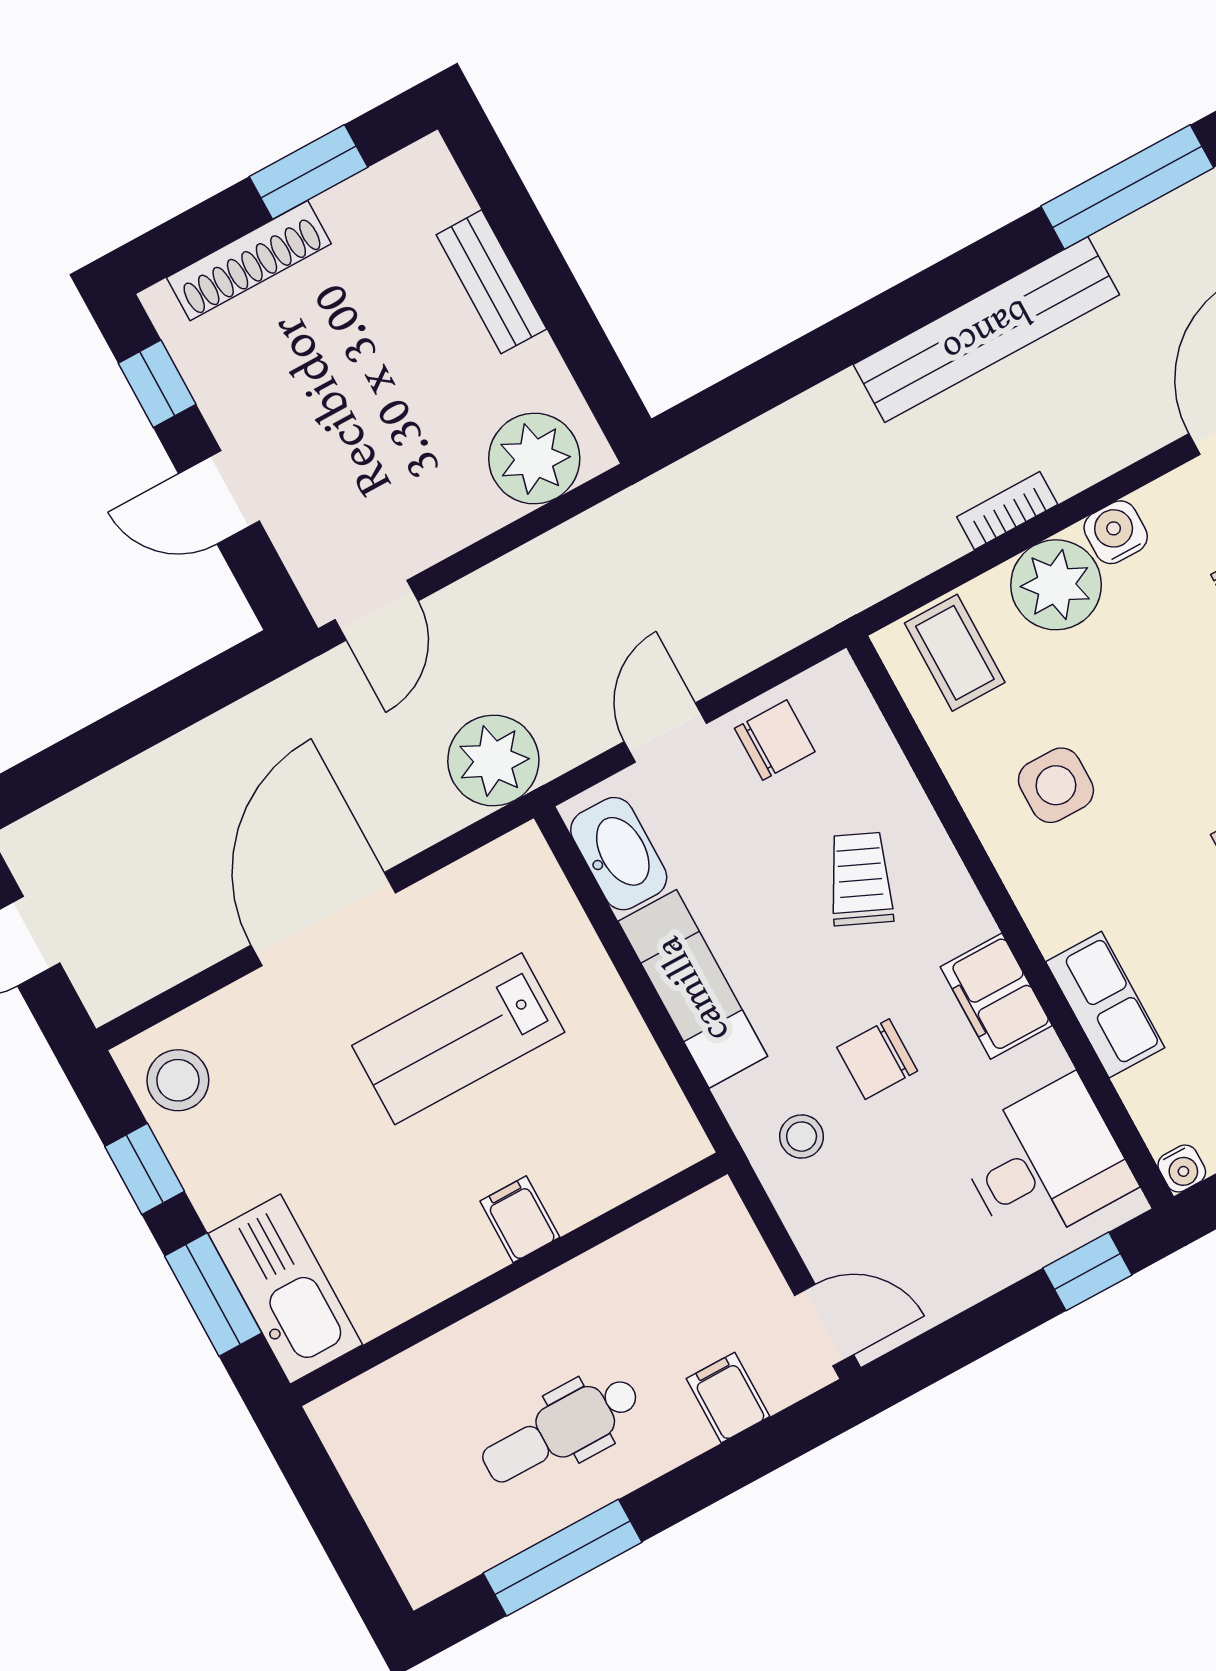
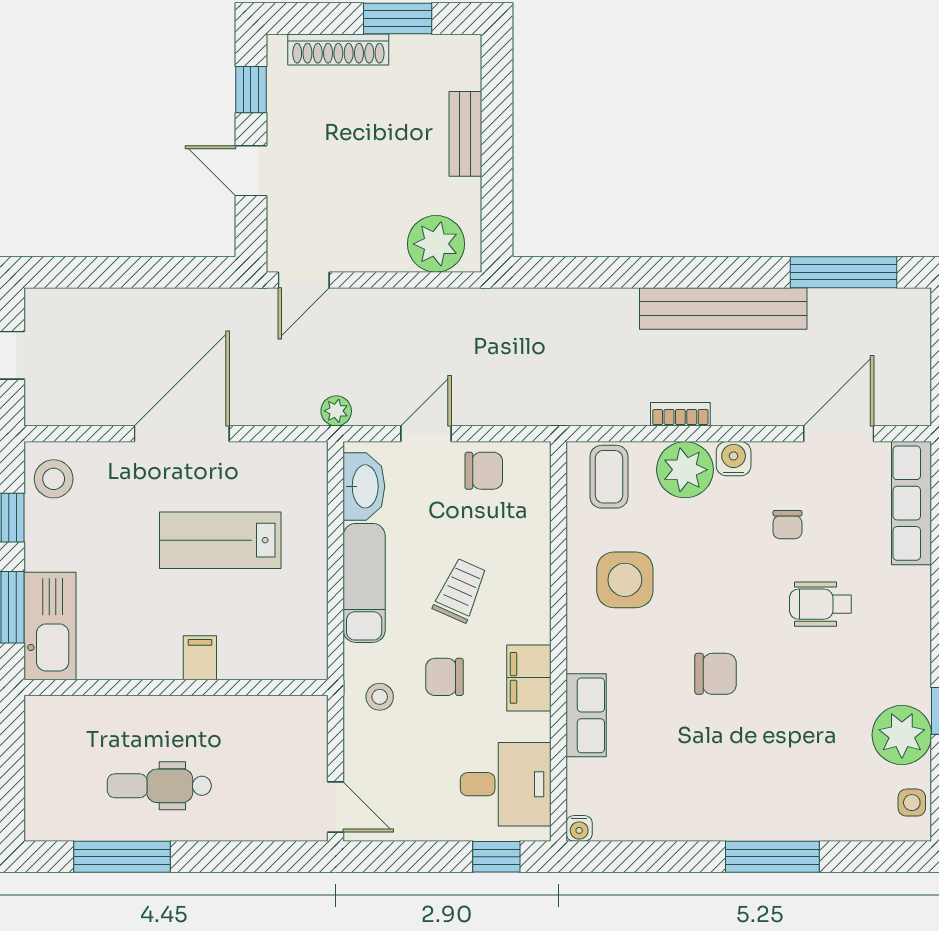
plant: (493, 760) -> (336, 411), width x0.53, depth x0.53
side table: (1056, 785) -> (625, 580), width x1.37, depth x1.37
trolley: (860, 879) -> (460, 590), moved
filing cabinet: (728, 1398) -> (261, 818), removed

